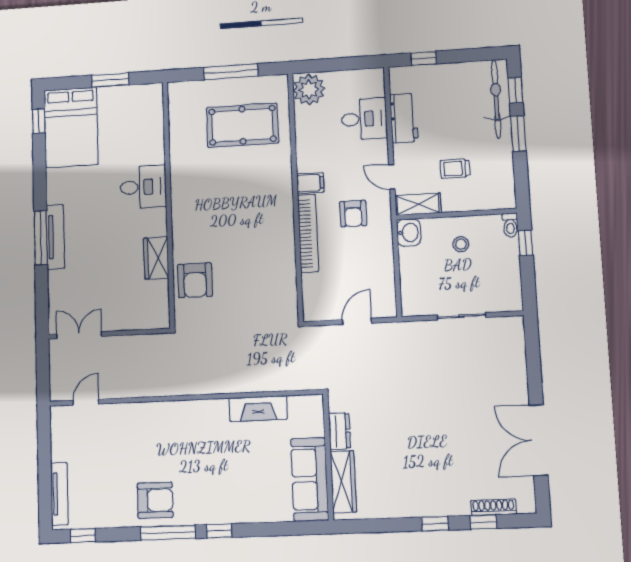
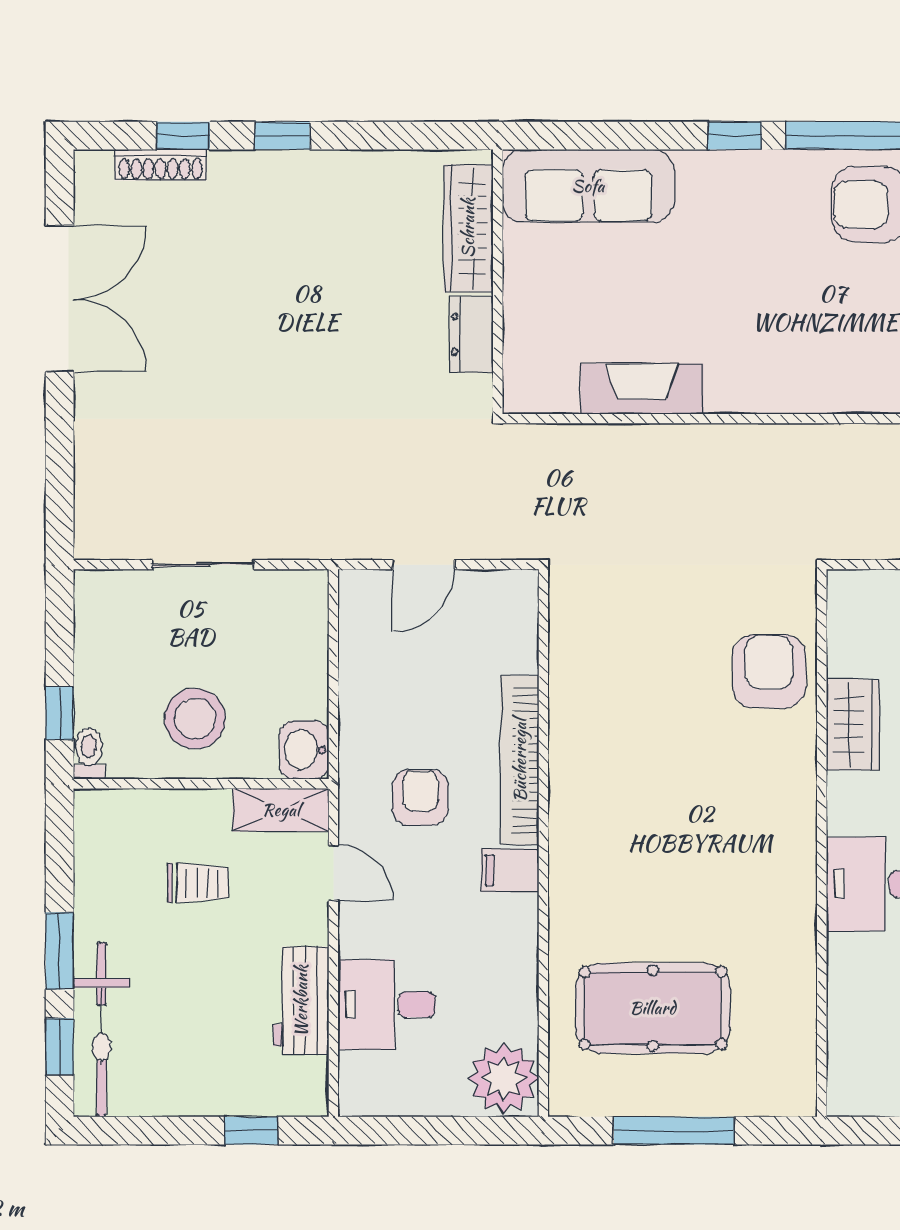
stool: (461, 244) -> (195, 719), width x1.89, depth x1.89
sofa: (310, 479) -> (588, 186), moved, turned 90

